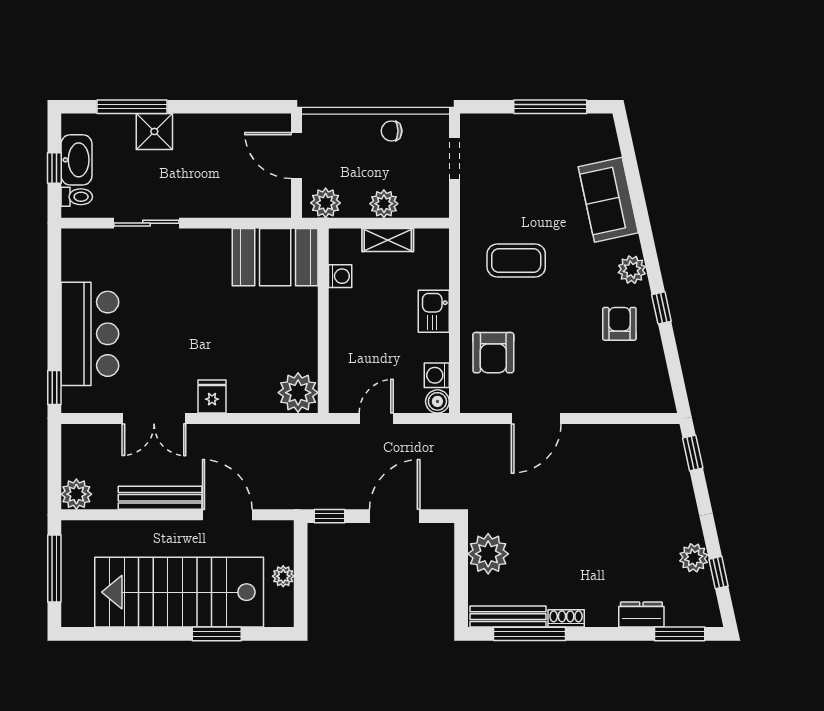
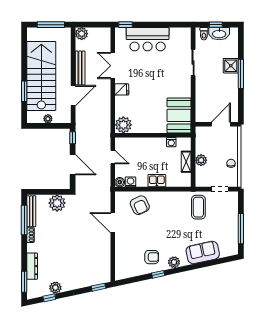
window: (132, 107) -> (241, 74), moved
plant: (326, 203) -> (201, 136), removed
coffee table: (516, 261) -> (198, 207), moved
armchair: (493, 353) -> (140, 205), turned -115
dresser: (641, 615) -> (32, 266), width x1.44

